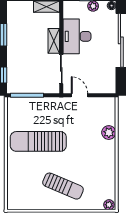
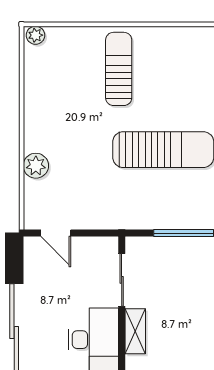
door: (79, 95) -> (56, 233), moved
sun lounger: (63, 186) -> (119, 69), turned 67

